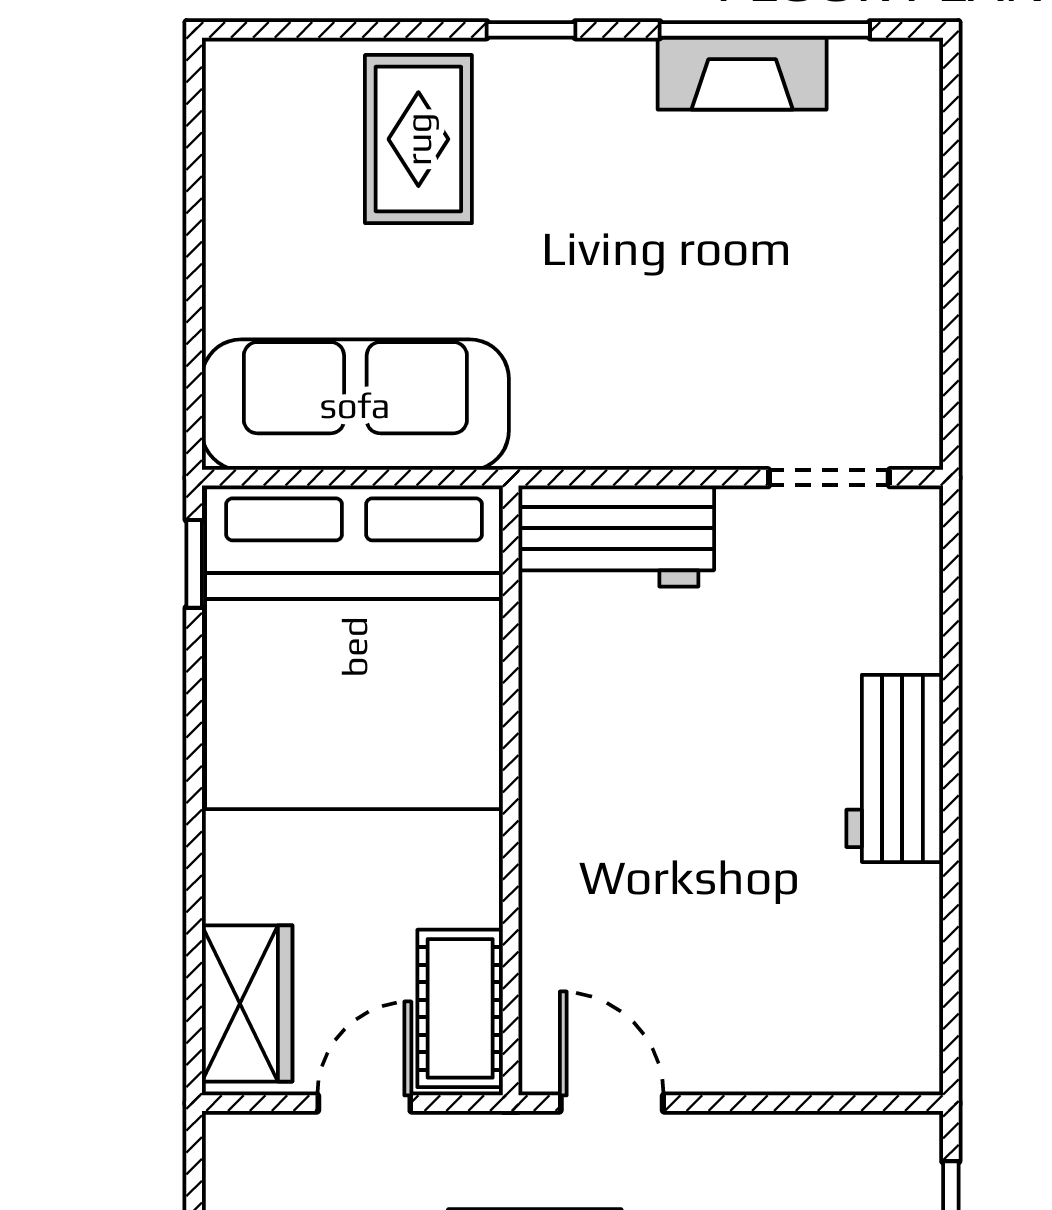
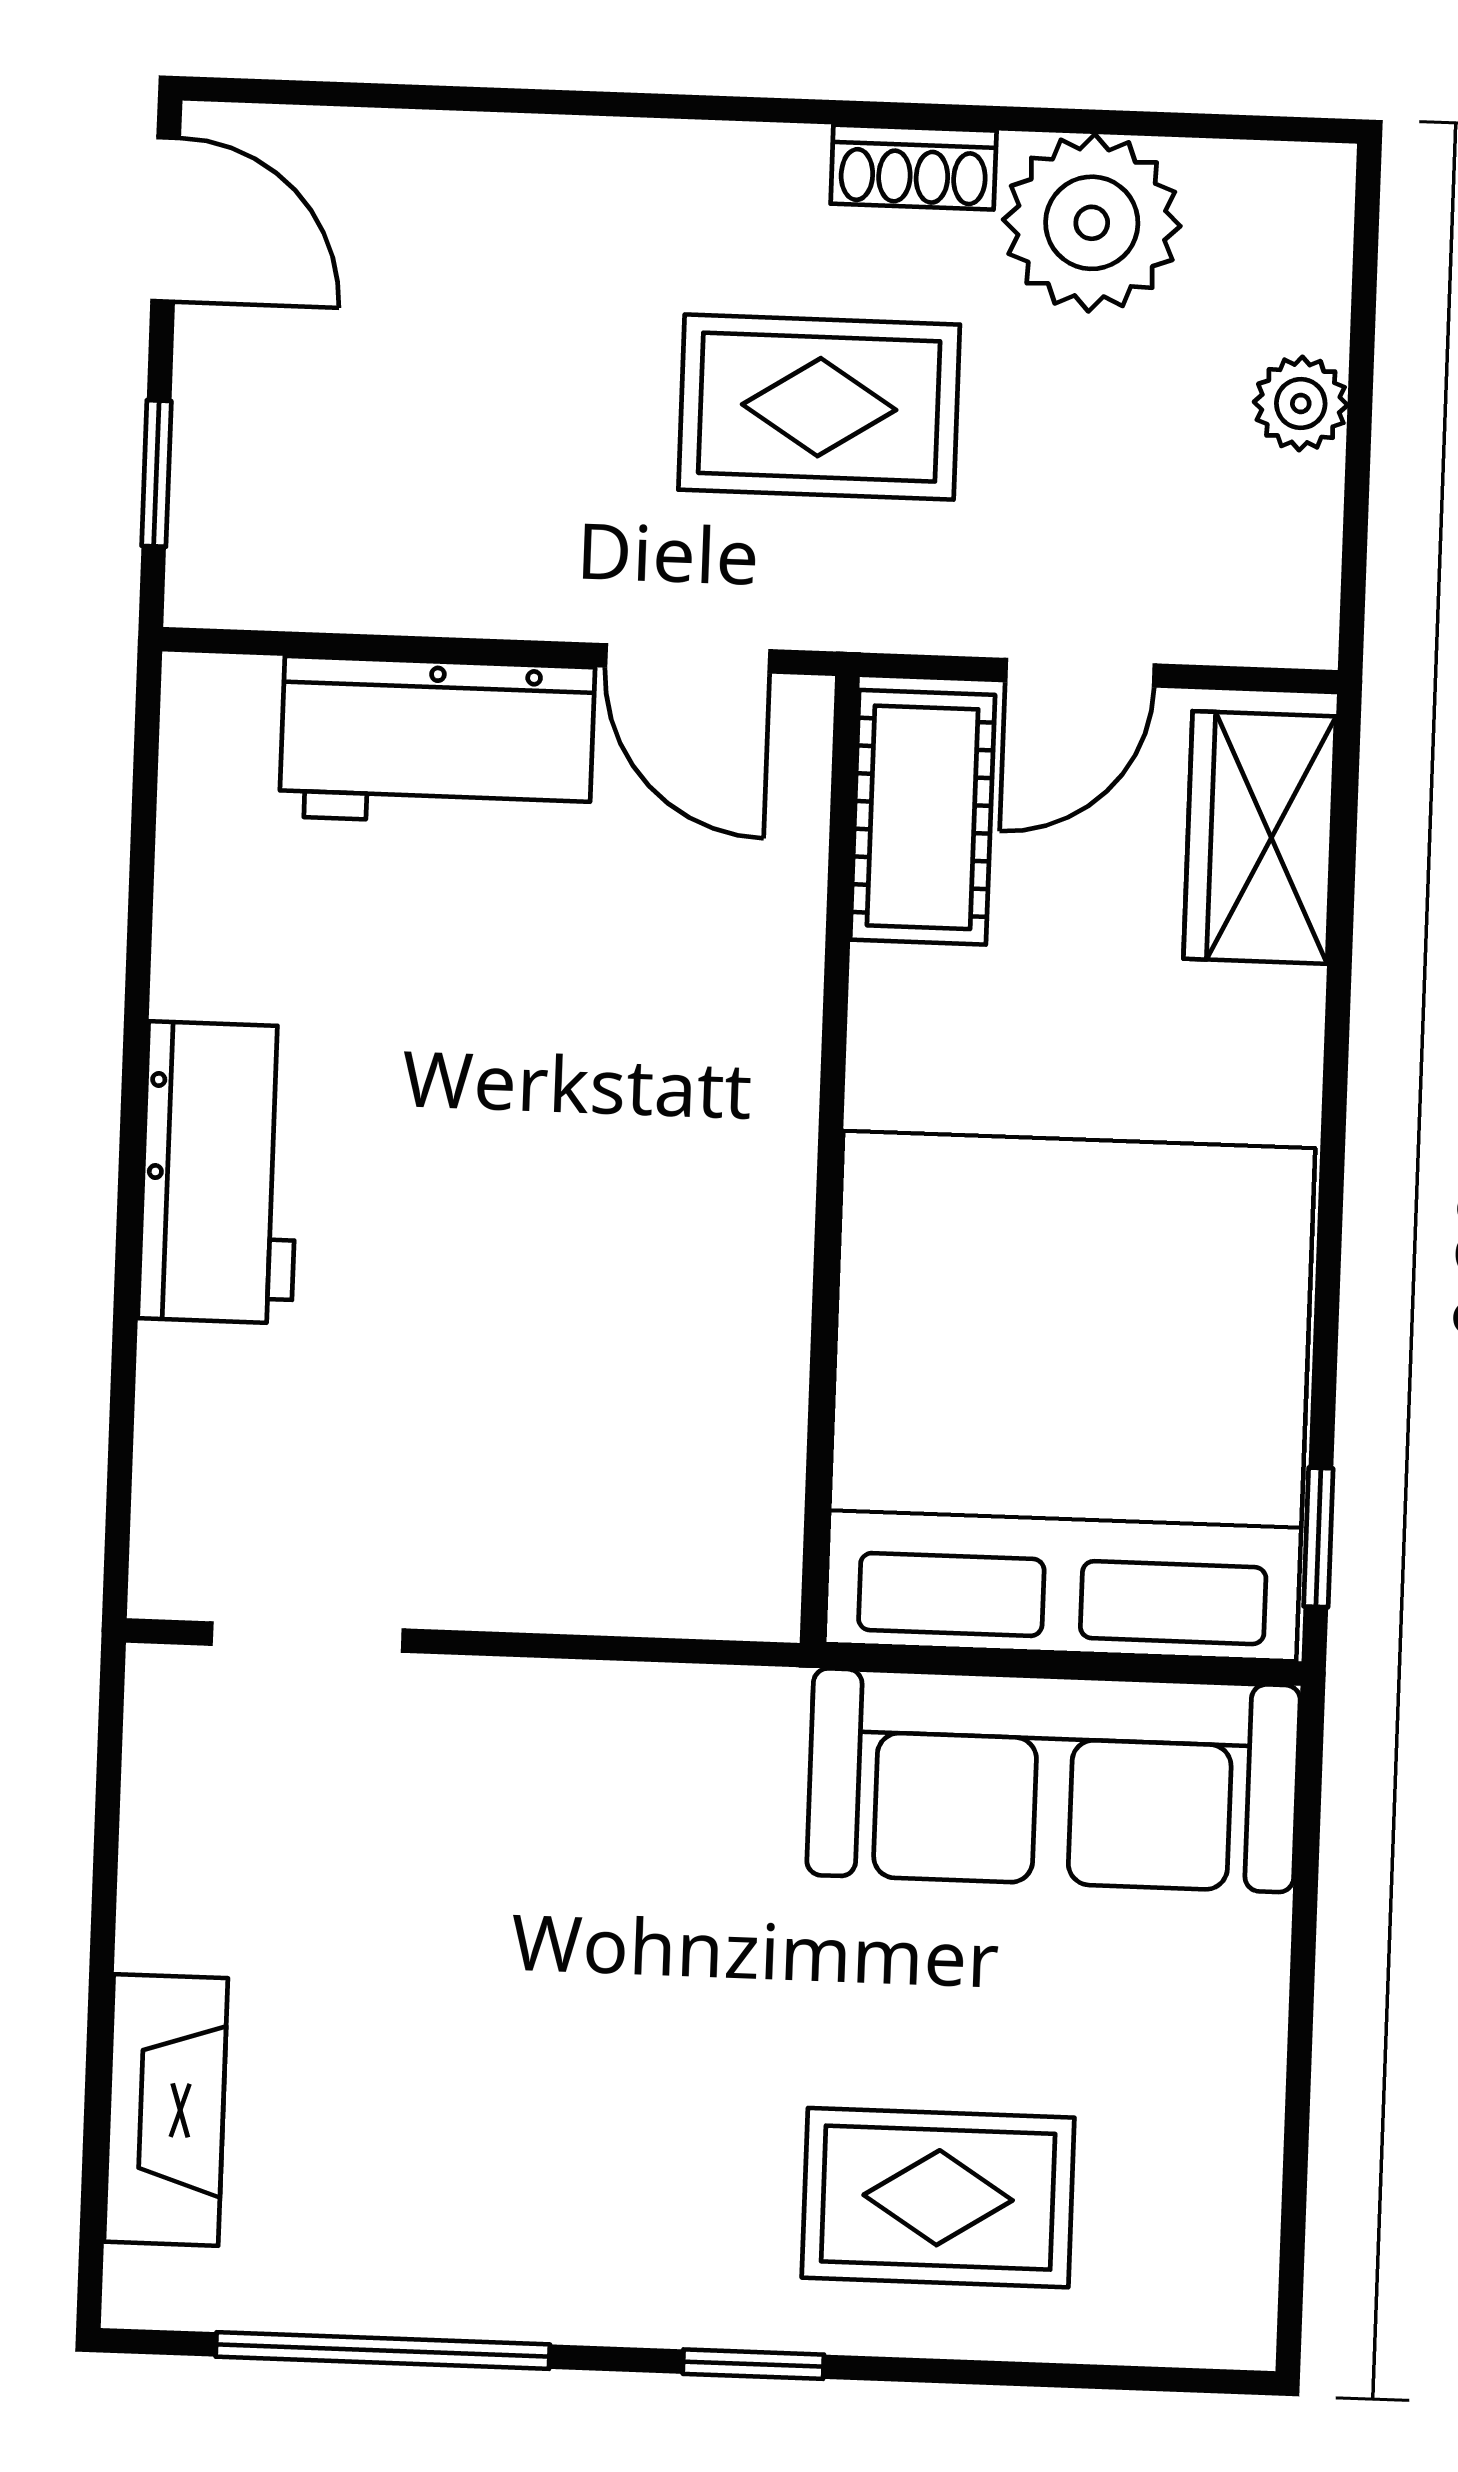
fireplace: (742, 74) -> (166, 2110), moved, turned 90
rug: (418, 139) -> (938, 2198), turned 90
workbench: (616, 536) -> (437, 742), moved, turned 180

